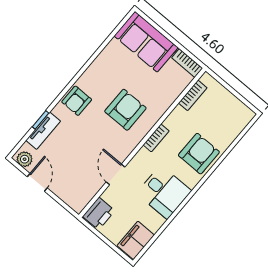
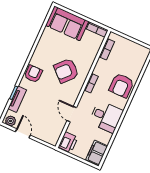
armchair: (77, 101) -> (33, 74), turned 180
armchair: (125, 110) -> (66, 71), turned -137
armchair: (199, 154) -> (121, 85), turned 180

